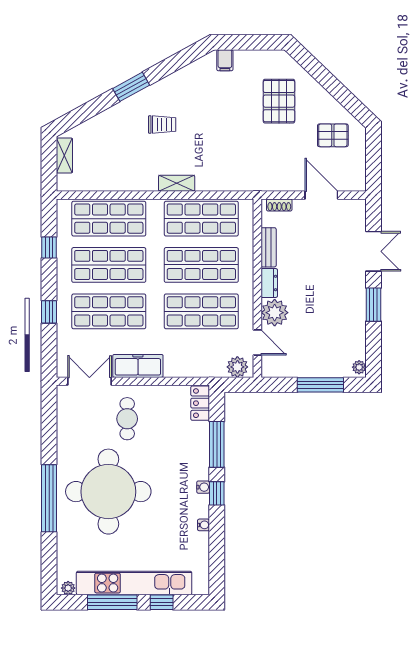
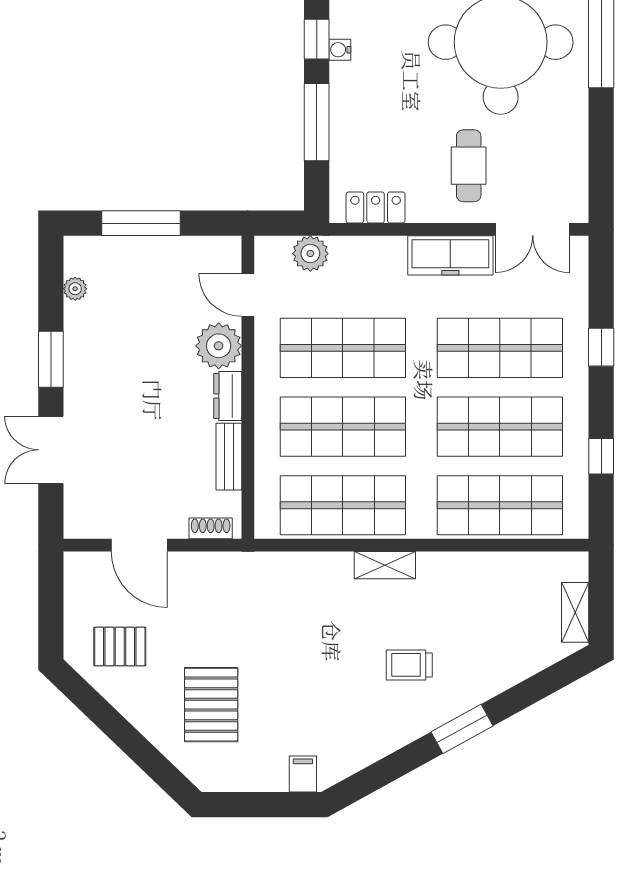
plant: (237, 367) -> (310, 254), moved
plant: (359, 367) -> (75, 289), moved
locker: (200, 403) -> (376, 207), moved, turned -90

